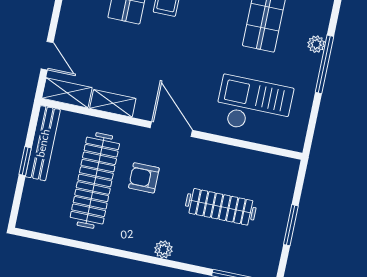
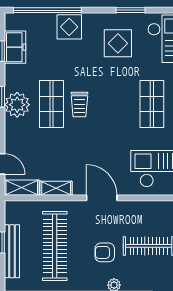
bench: (43, 143) -> (12, 251), moved
armchair: (144, 178) -> (105, 252), moved

